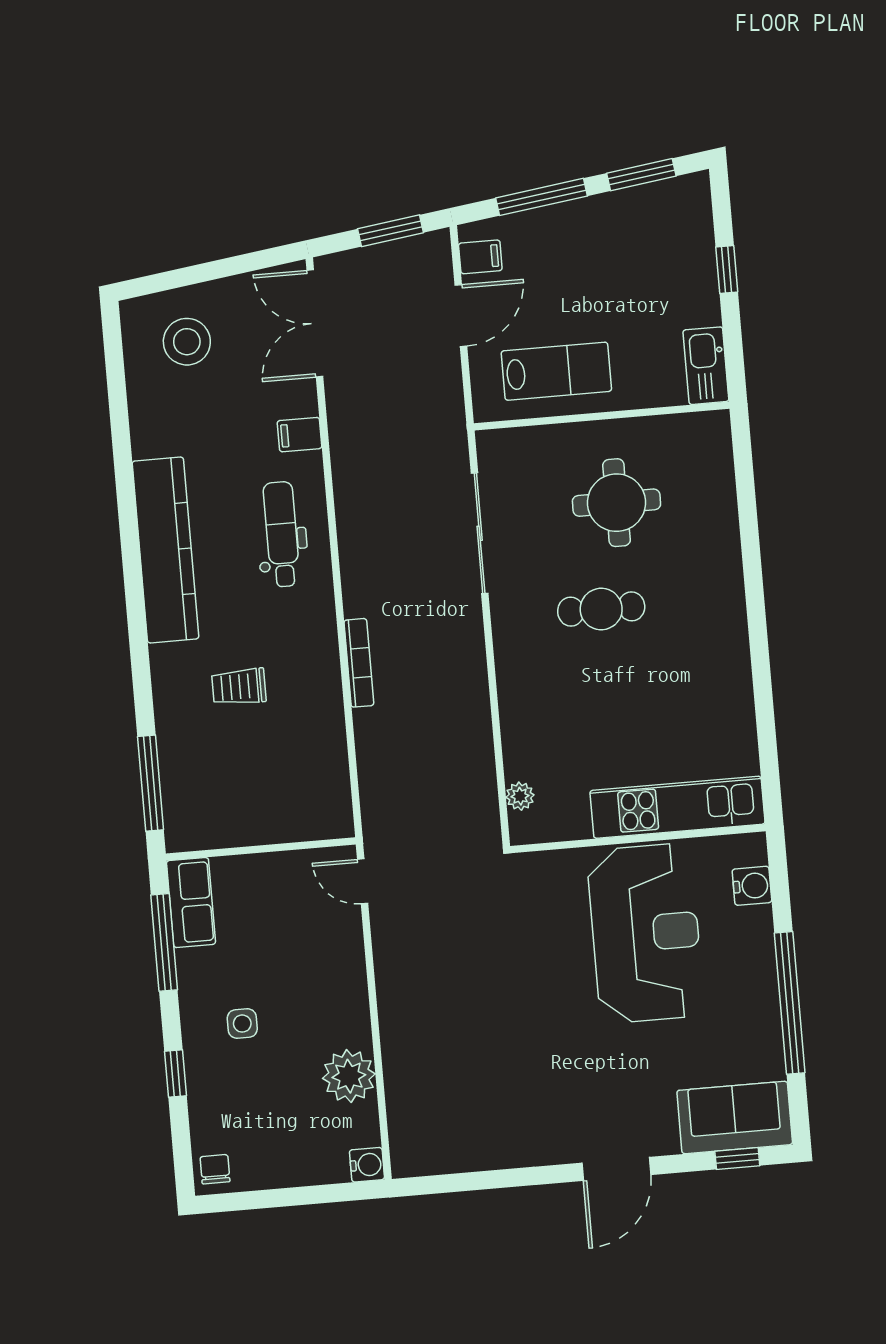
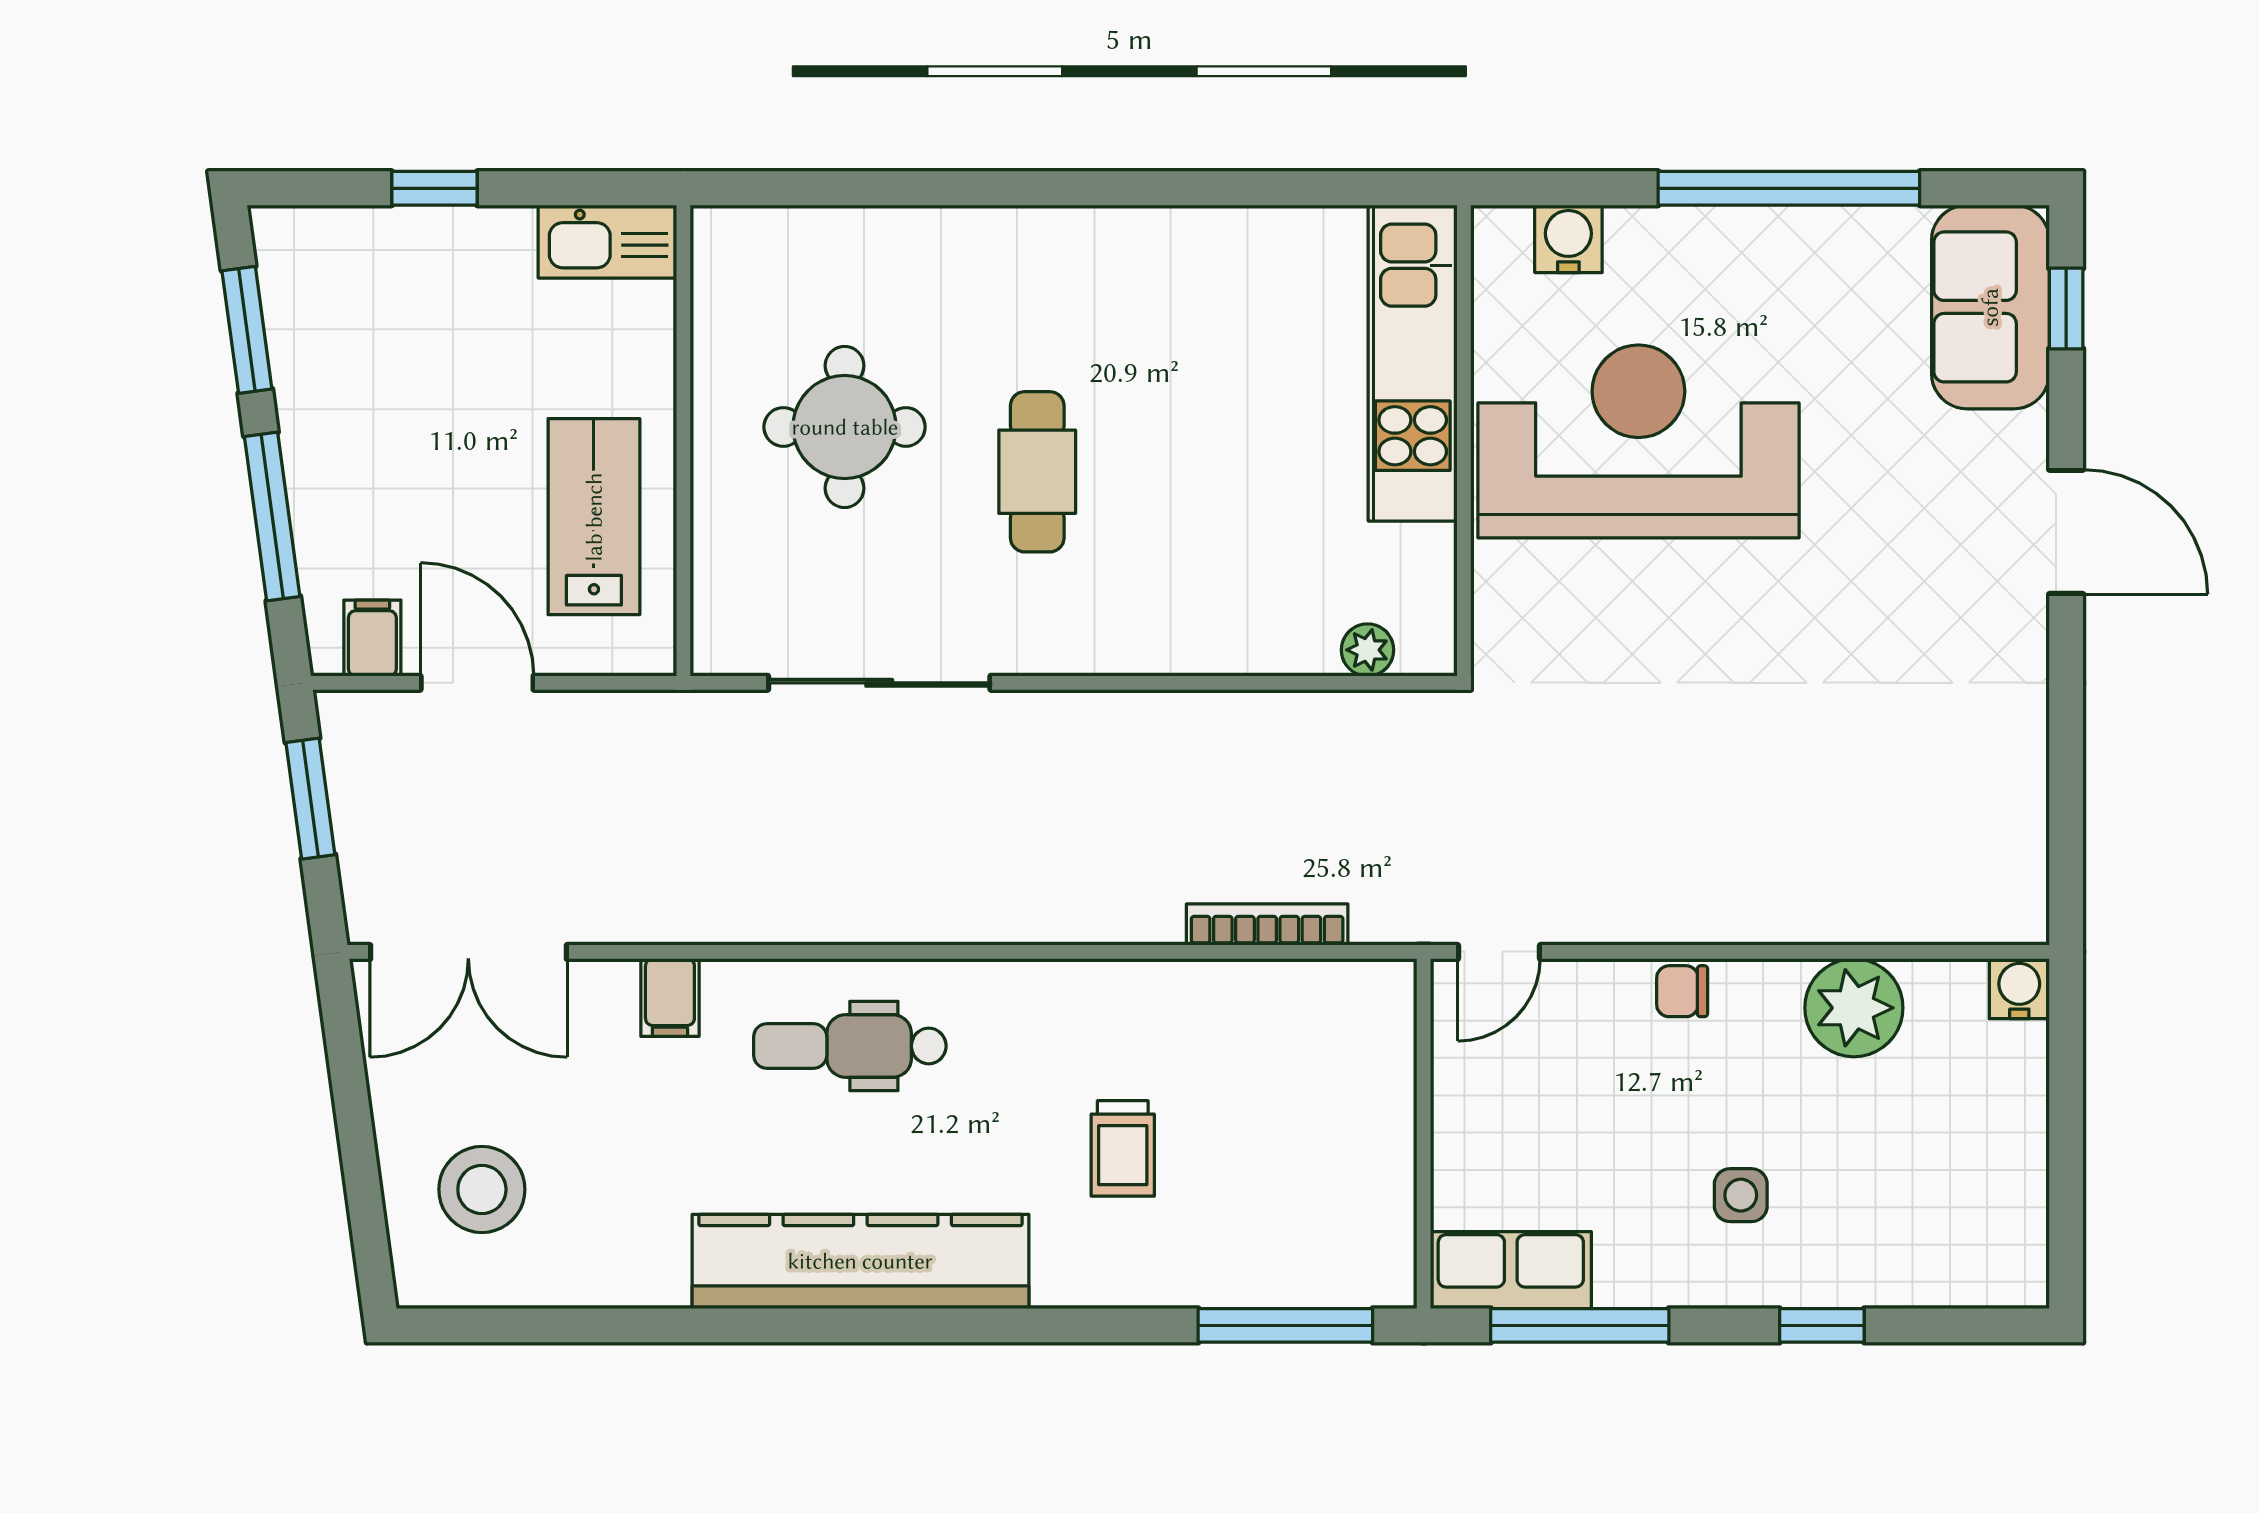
bookcase: (359, 663) -> (1267, 925), moved
chair: (215, 1169) -> (1682, 991), moved

